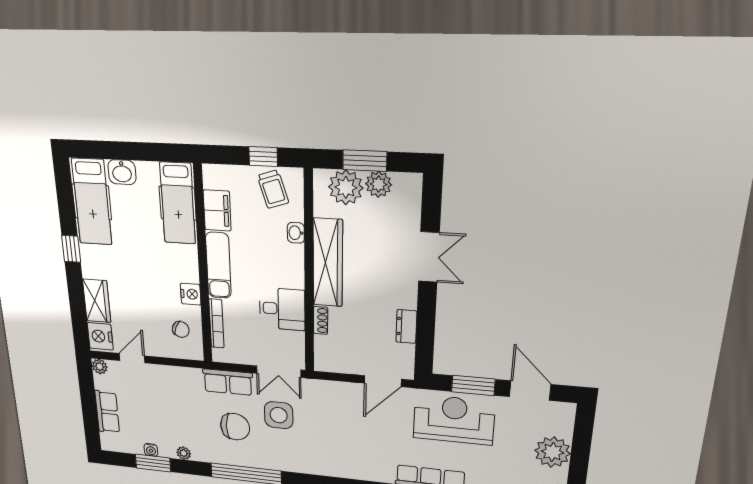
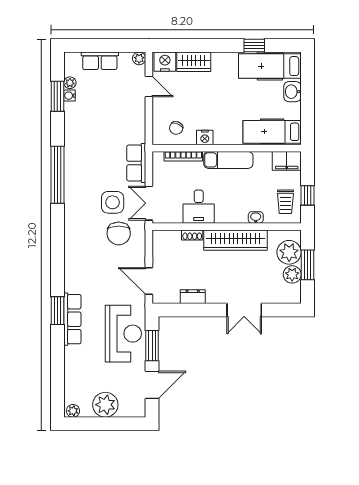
trolley: (273, 189) -> (285, 202), turned -72
filing cabinet: (217, 211) -> (287, 161), moved
window: (71, 249) -> (254, 46), moved
chair: (235, 427) -> (119, 233), moved
plant: (184, 453) -> (70, 83), moved

